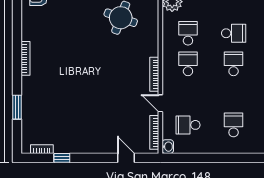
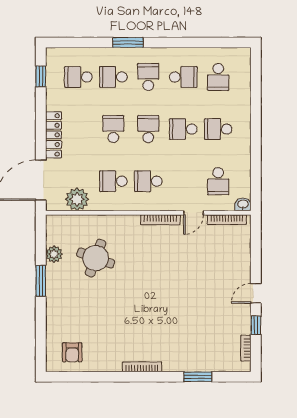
school desk: (234, 64) -> (148, 129), turned 90
school desk: (234, 94) -> (183, 129), added
door: (126, 158) -> (256, 293), moved

